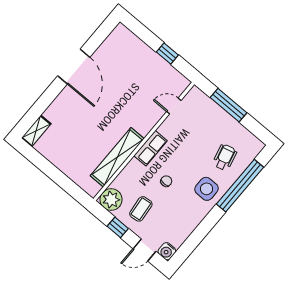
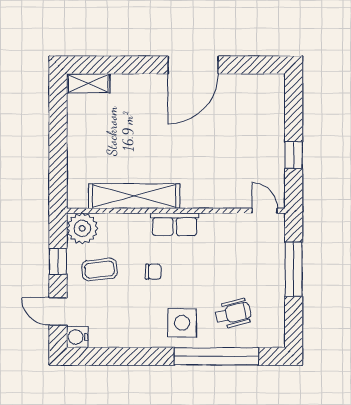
door: (174, 106) -> (265, 211), moved

